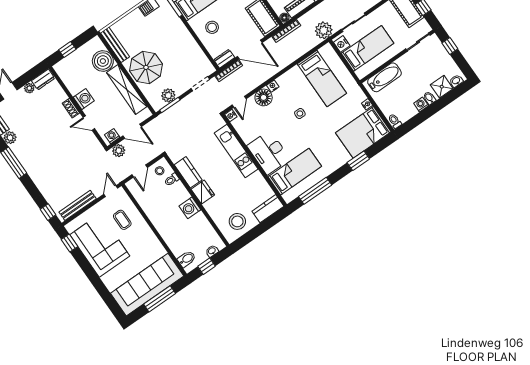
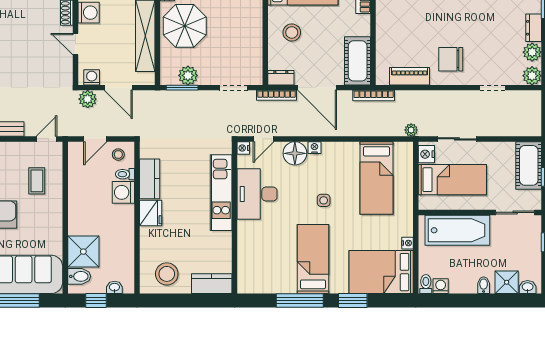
floor lamp: (284, 18) -> (382, 79), removed
plant: (324, 30) -> (411, 130), width x0.53, depth x0.53
bathtub: (384, 77) -> (457, 230), width x1.36, depth x1.36
washing machine: (421, 105) -> (441, 286), moved
desk: (269, 153) -> (257, 194), moved
bed: (295, 172) -> (313, 259), moved, turned -90
window: (315, 191) -> (300, 301), moved
washing machine: (190, 208) -> (123, 192), moved
shower: (179, 243) -> (83, 252), added

